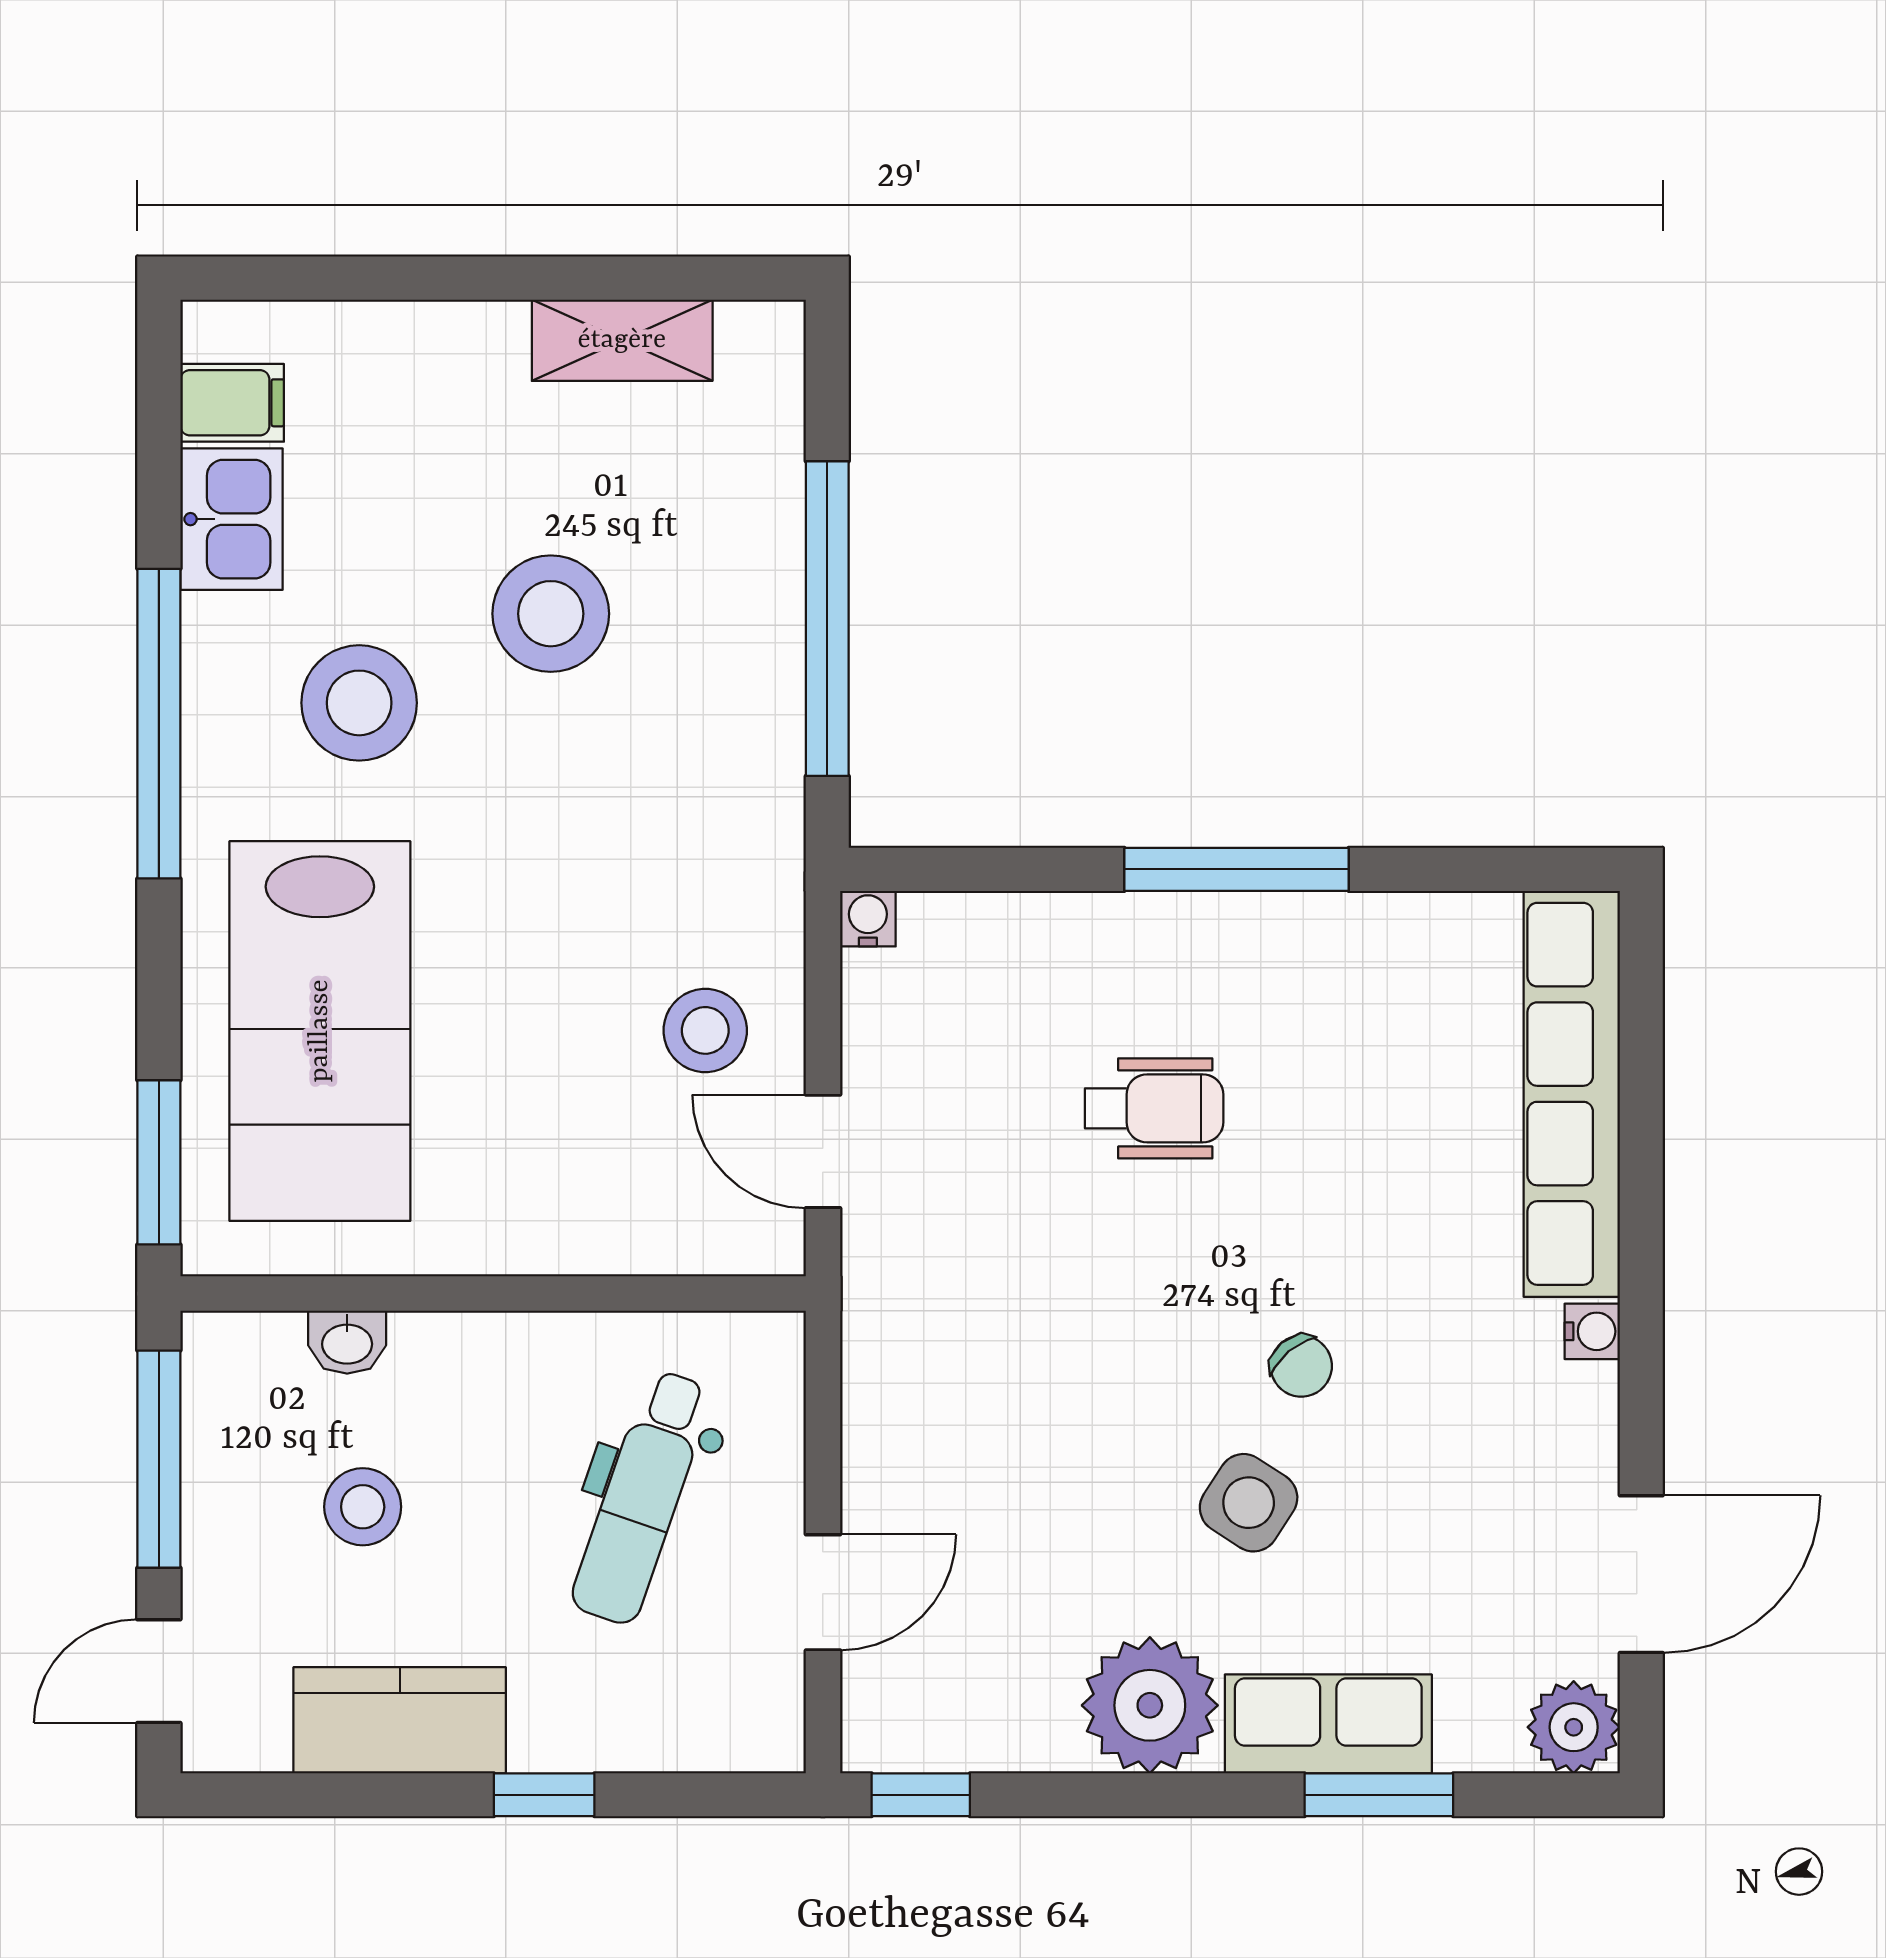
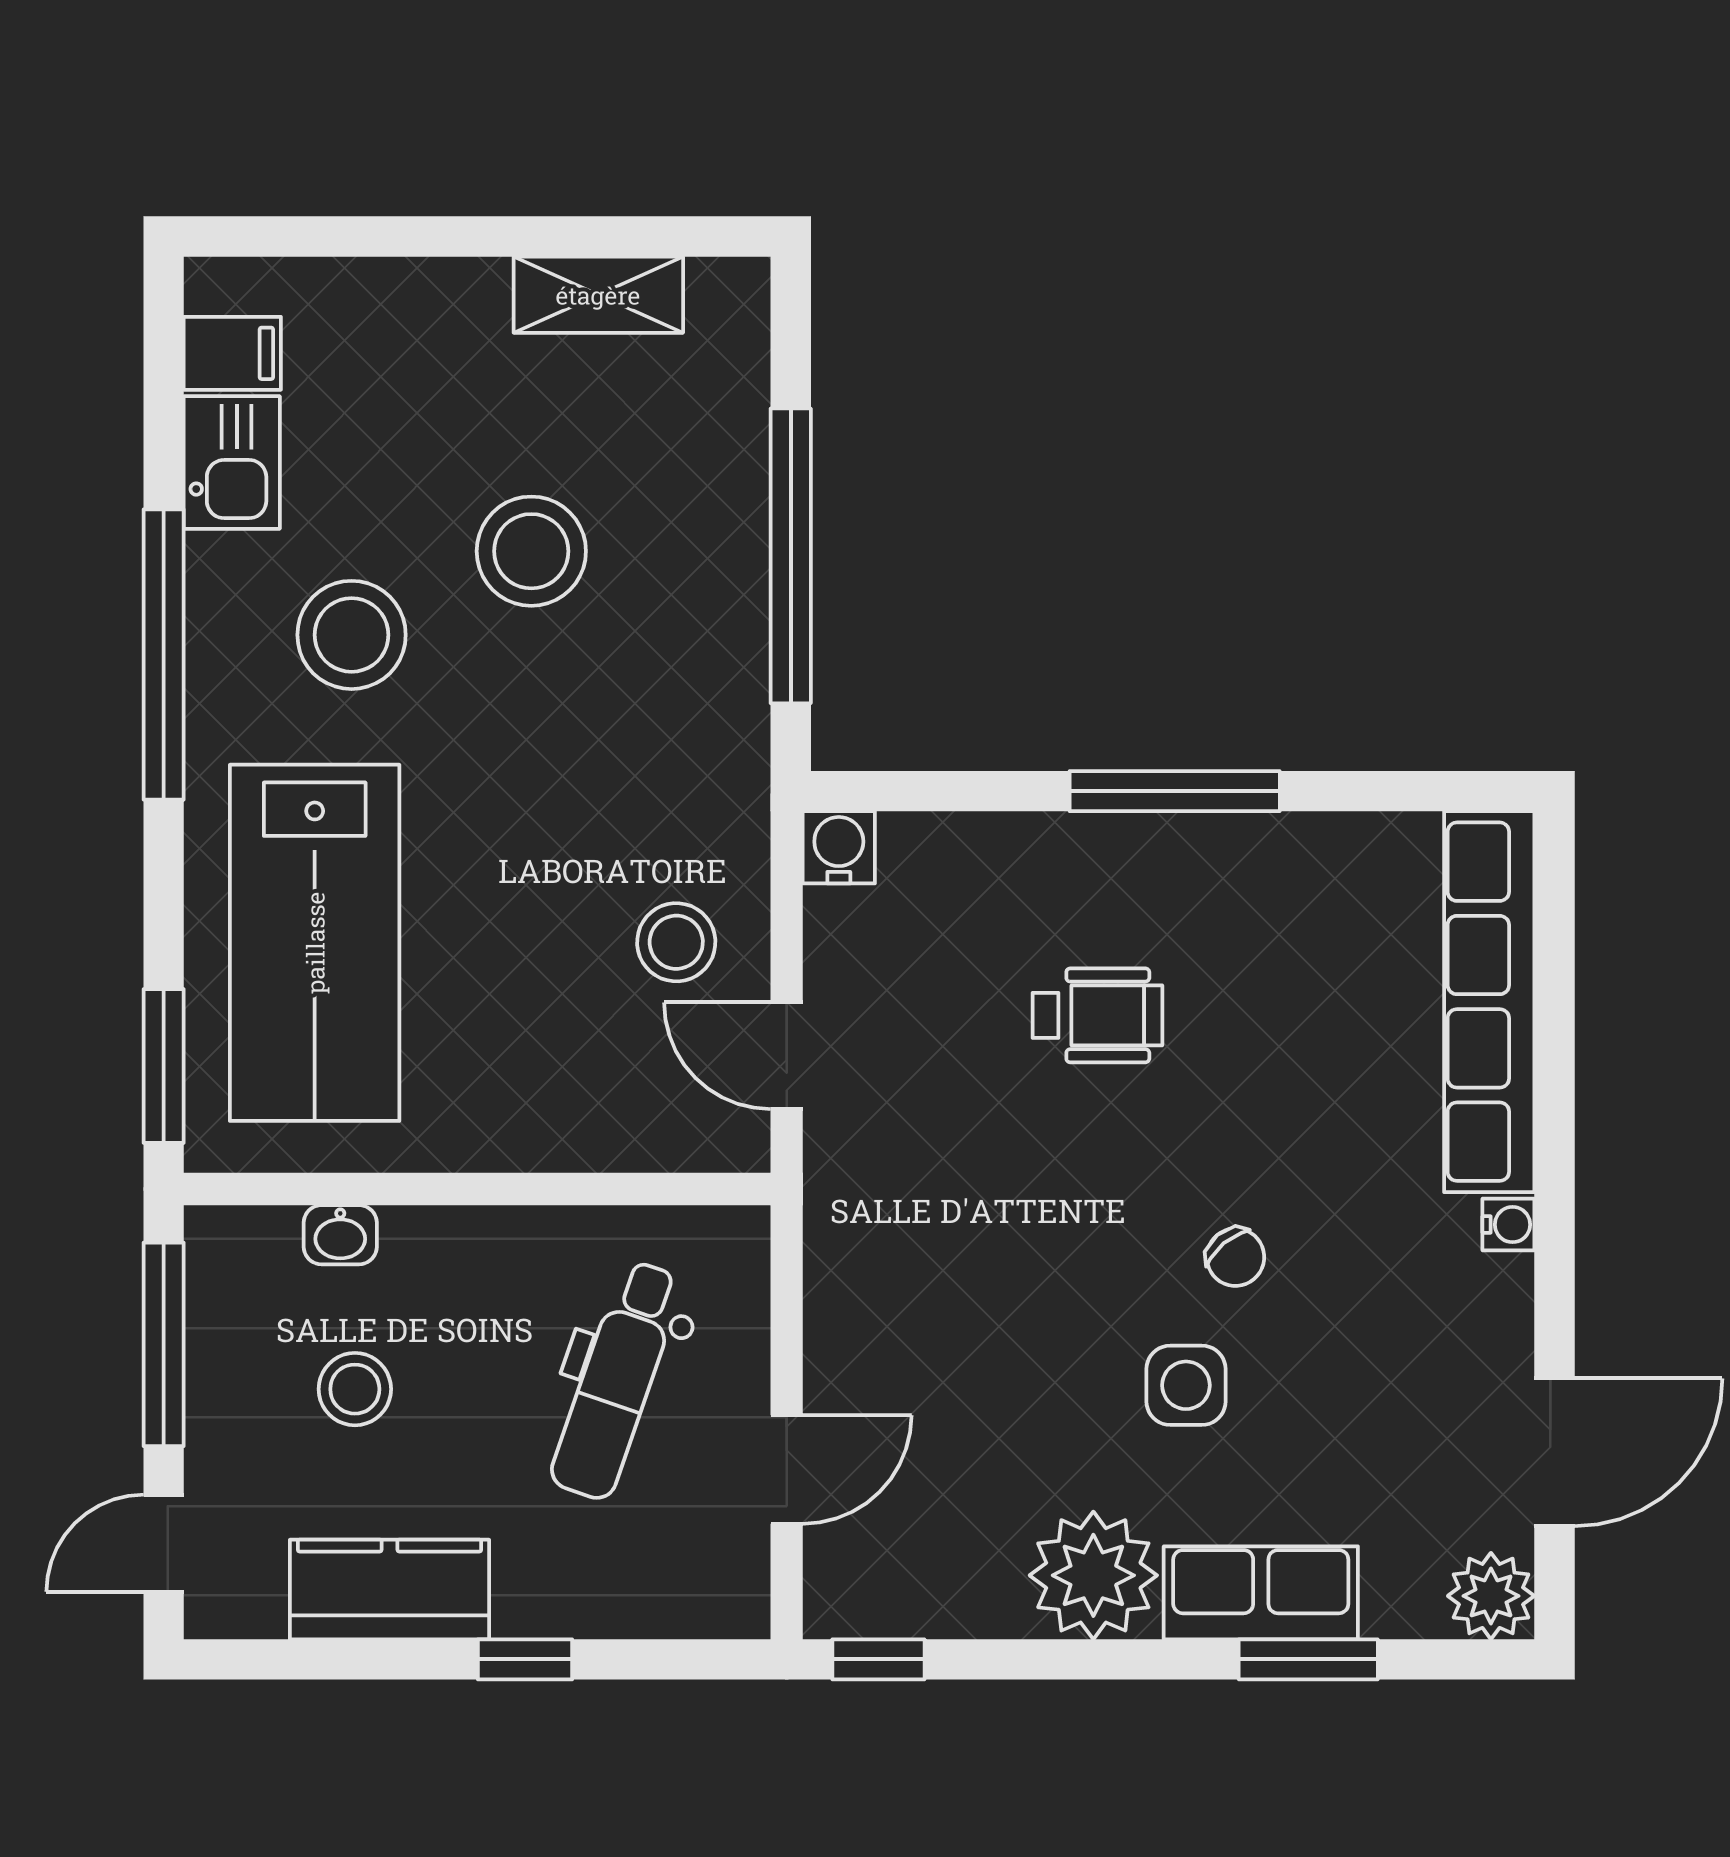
water cooler: (868, 919) -> (839, 847), width x1.38, depth x1.38
side table: (1249, 1503) -> (1186, 1385), turned -33

